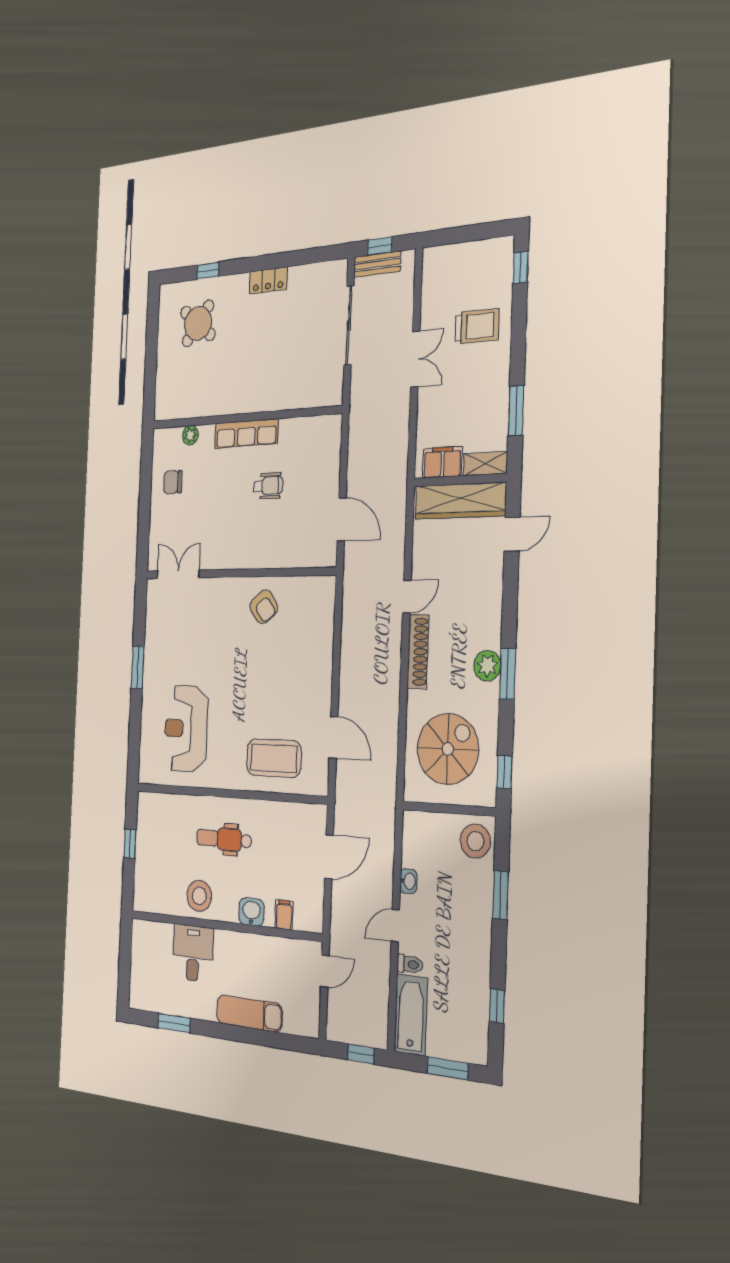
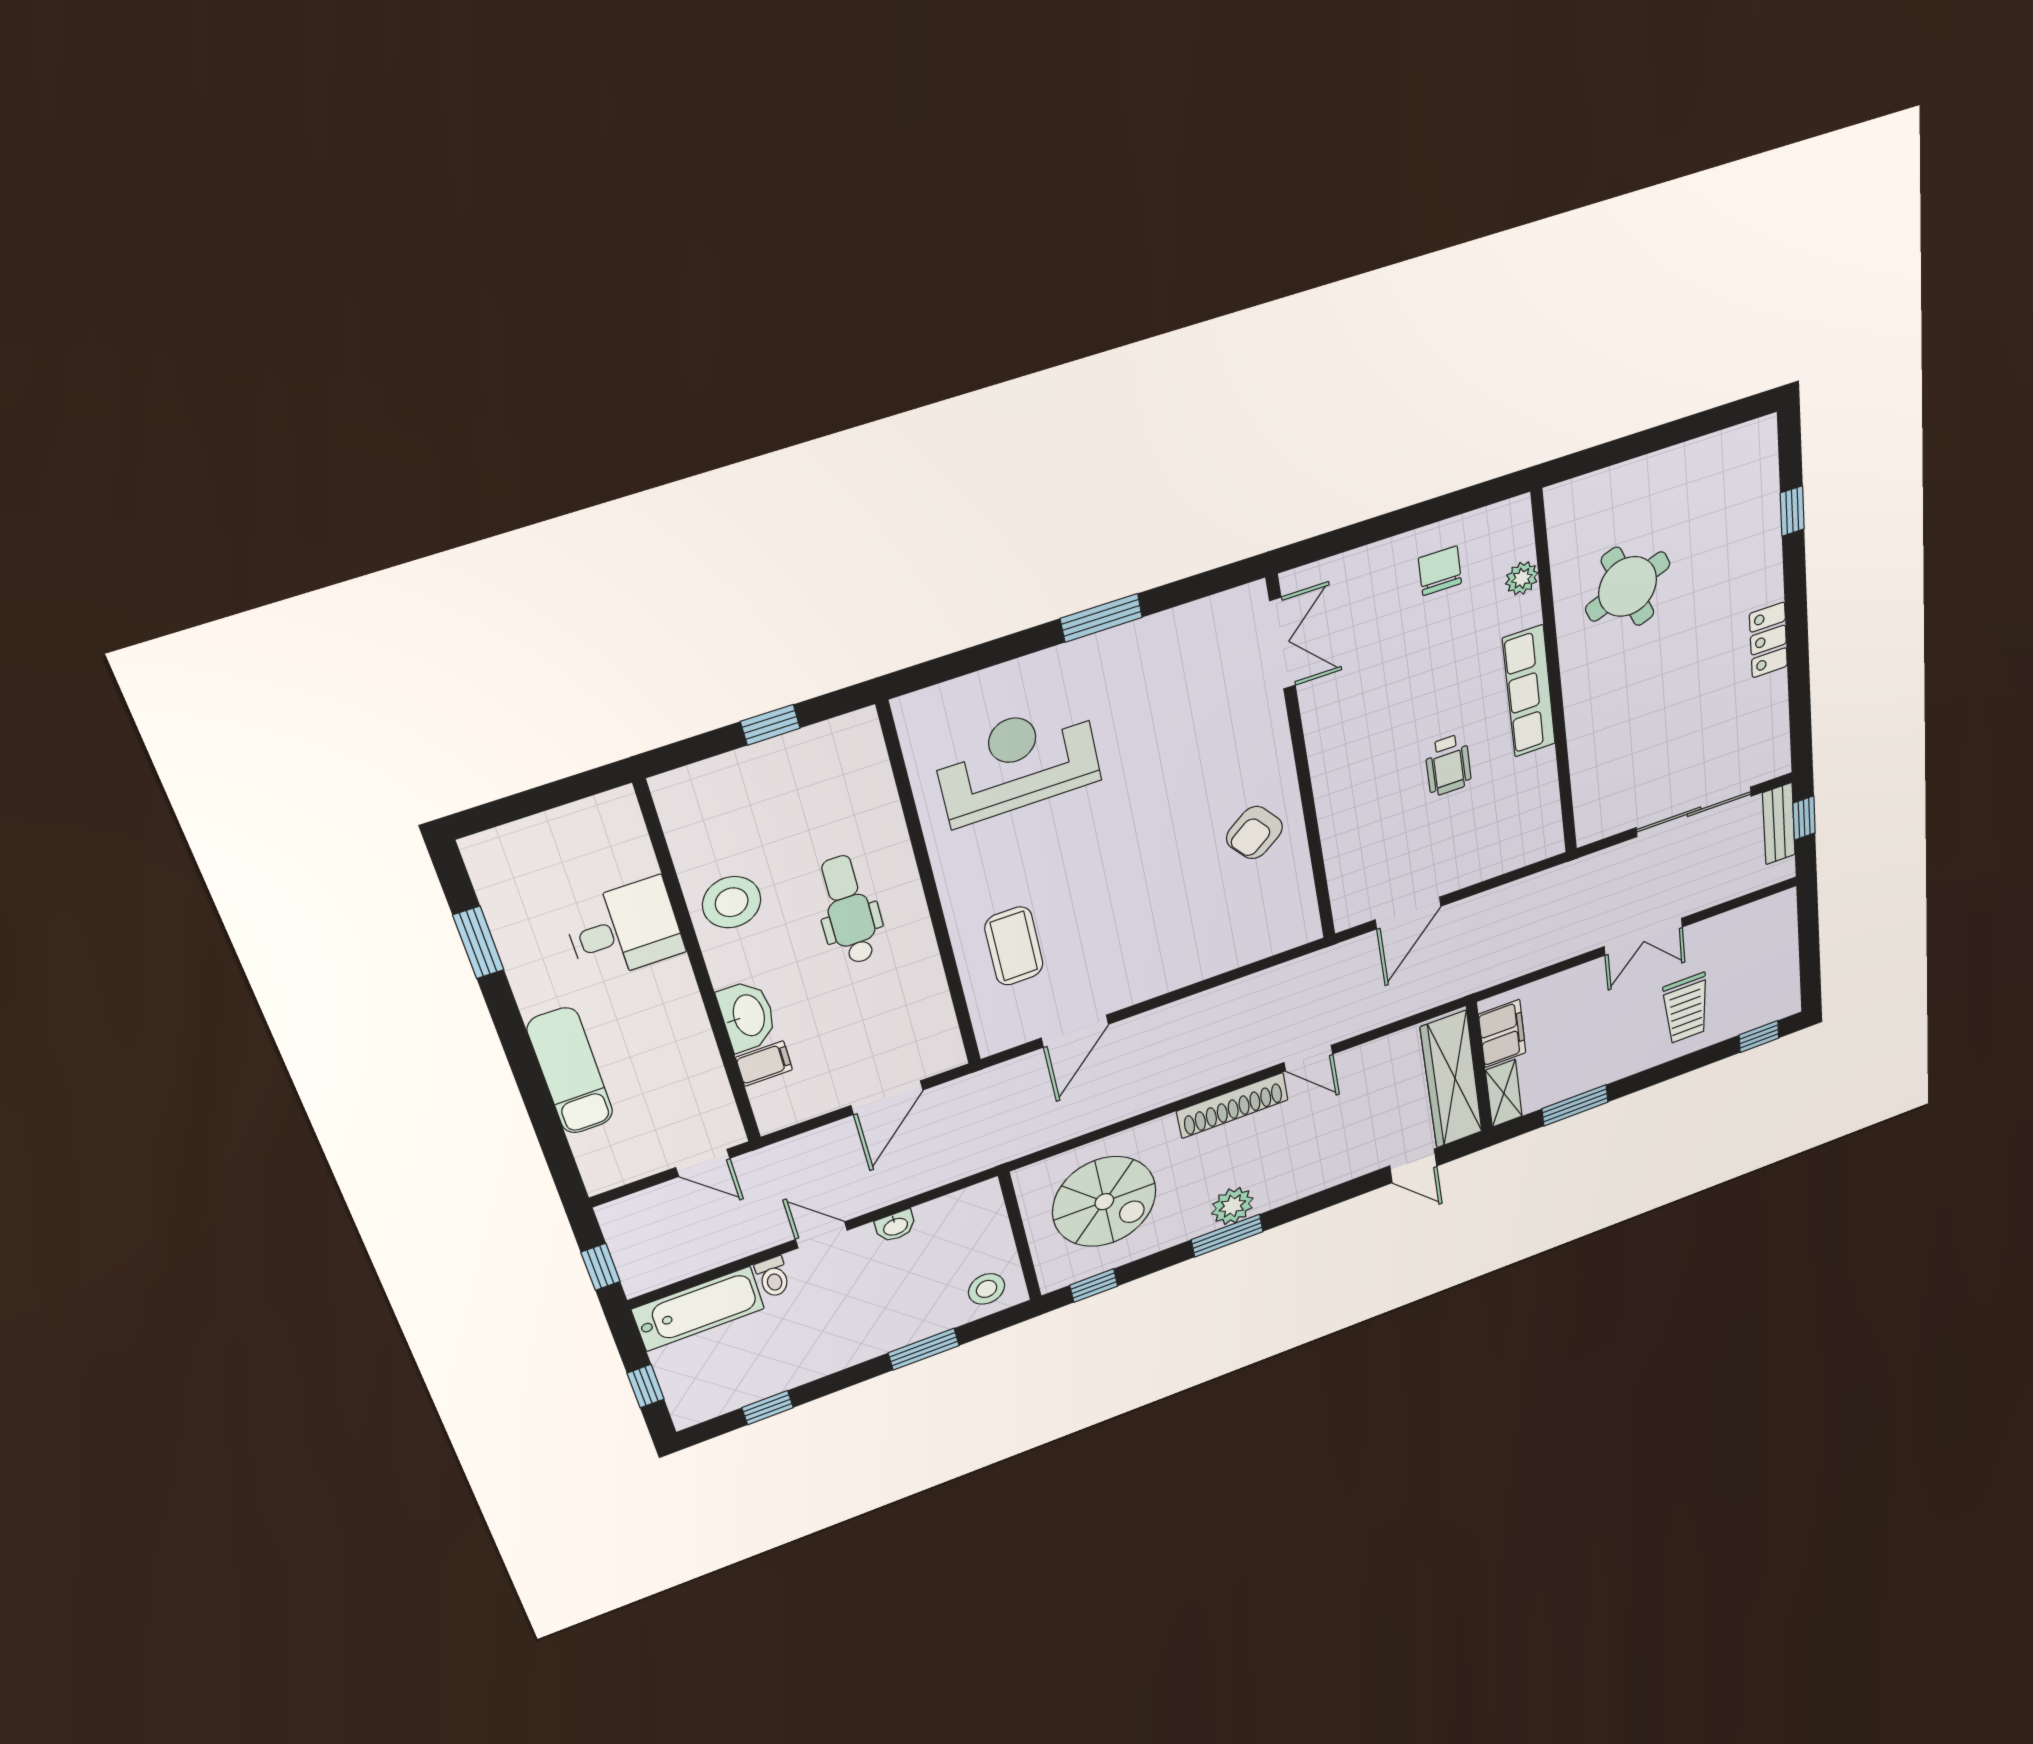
round table: (198, 323) -> (1628, 587), moved, turned 31
coffee table: (274, 758) -> (1014, 946), width x0.73, depth x0.76
stool: (475, 841) -> (987, 1289), width x0.73, depth x0.73
door: (329, 857) -> (887, 1098), hinge flipped
washbasin: (251, 912) -> (747, 1016), width x1.38
window: (447, 1068) -> (645, 1386), width x0.67

